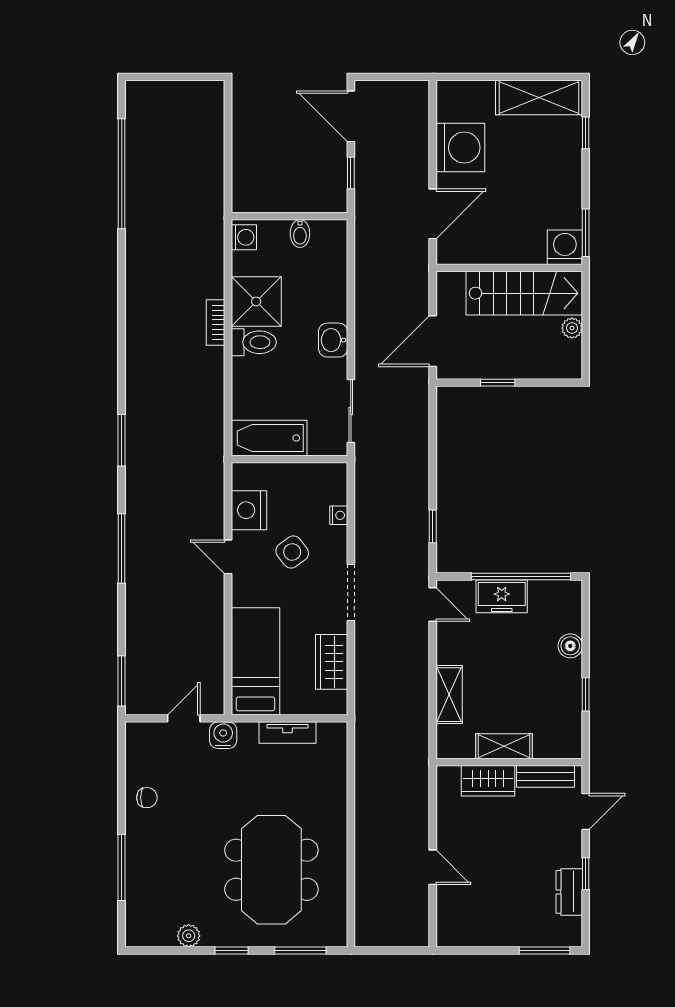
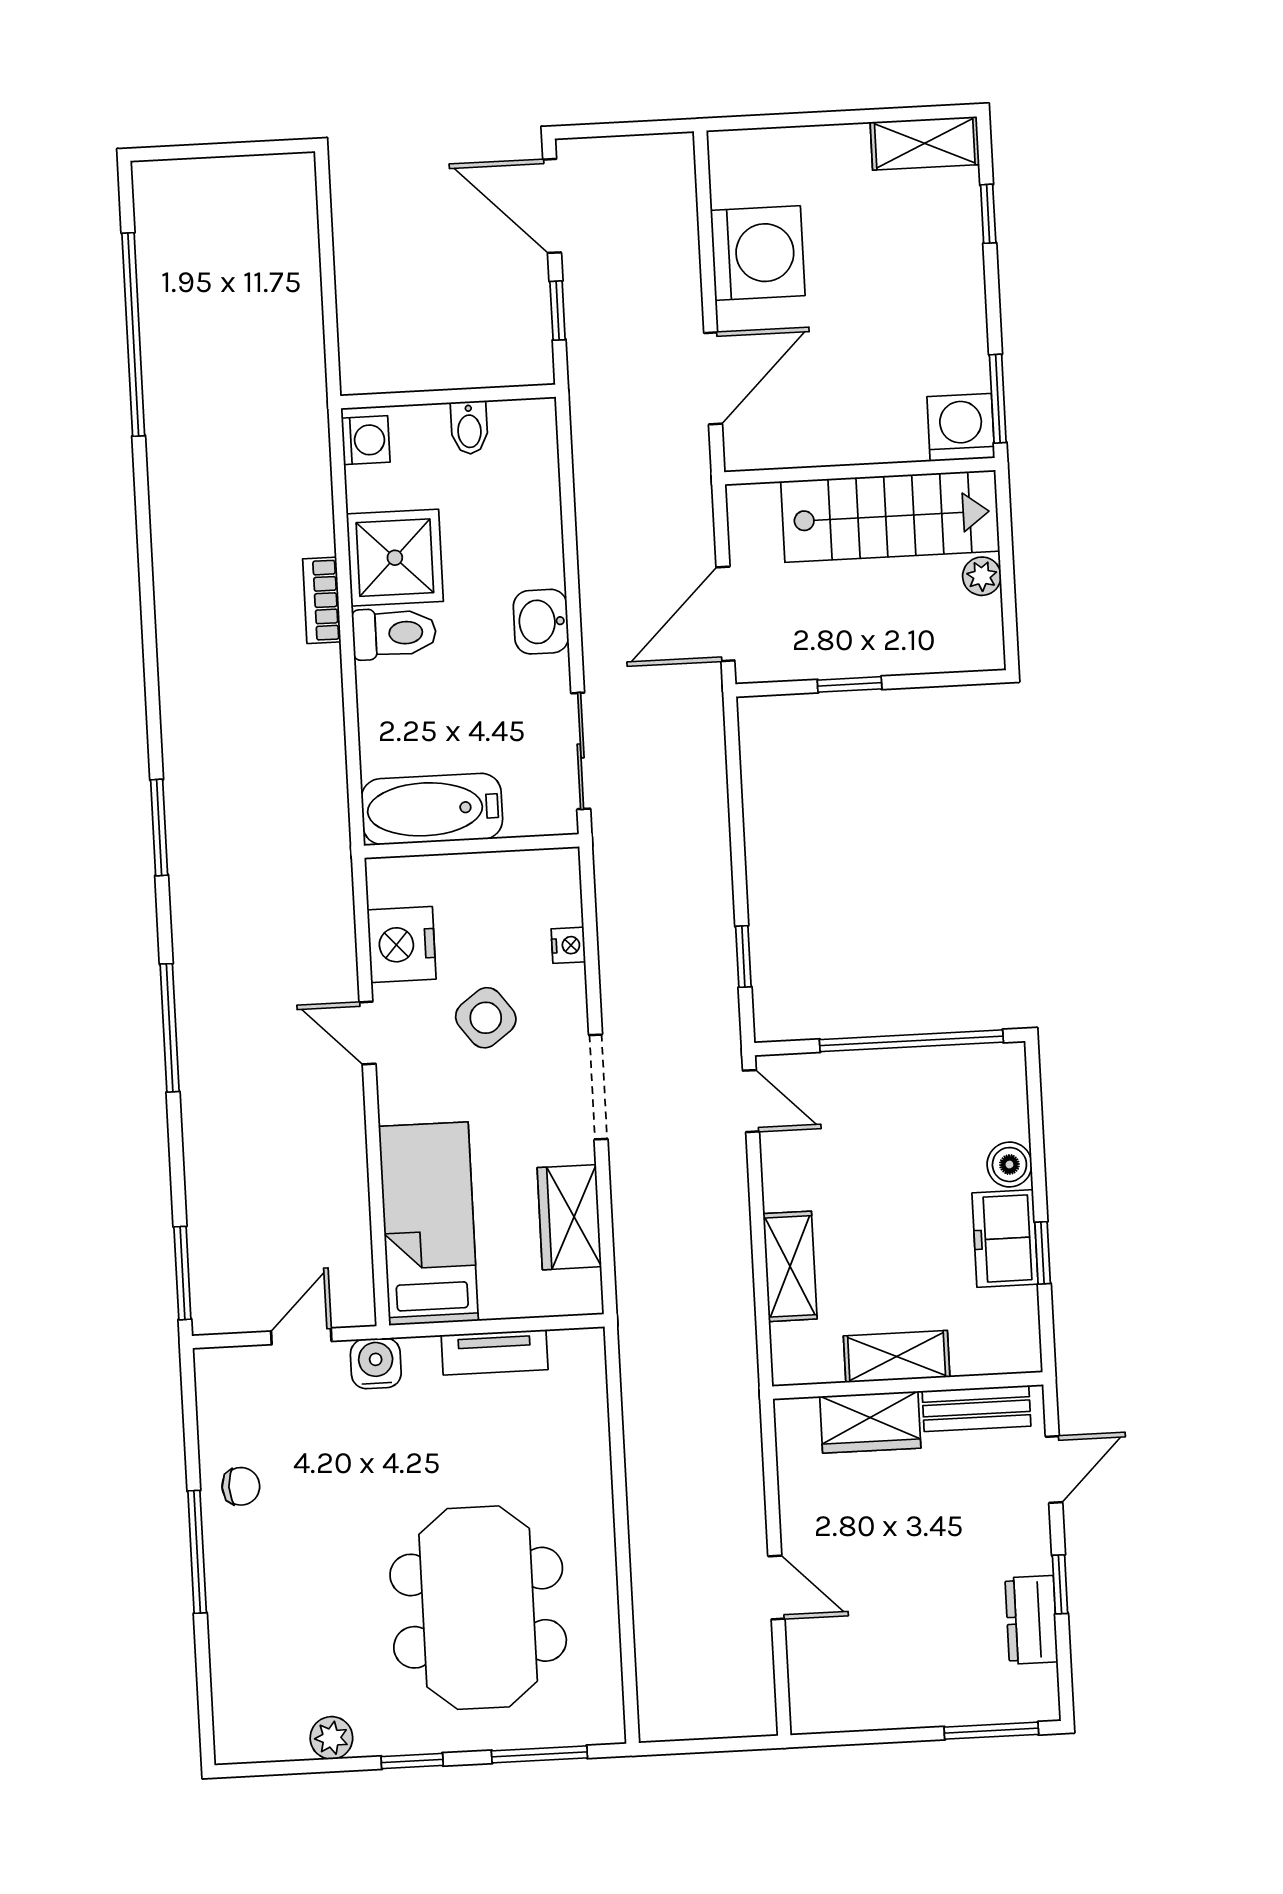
shelving: (539, 97) -> (925, 143), width x0.67, depth x0.75
freezer: (502, 596) -> (1005, 1239), moved, turned 90
window: (122, 868) -> (197, 1552), moved

